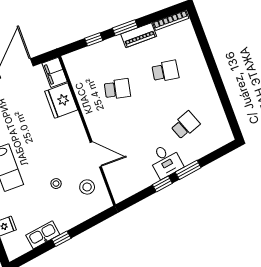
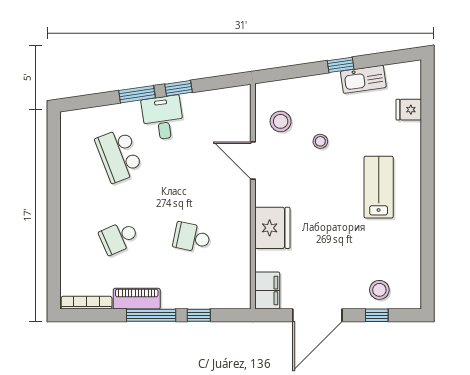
window: (125, 28) -> (151, 315), width x1.44
school desk: (165, 71) -> (119, 237), turned -33
fridge: (61, 101) -> (272, 228), moved
school desk: (185, 125) -> (119, 155), width x1.85

